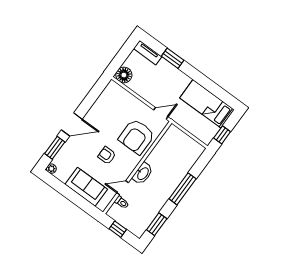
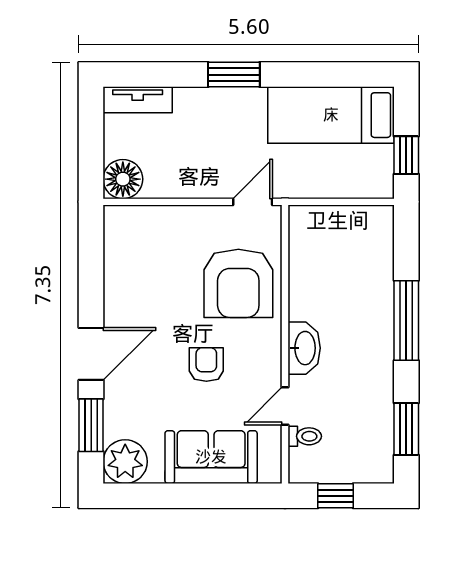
window: (173, 58) -> (234, 75), moved
armchair: (107, 155) -> (206, 364), turned 90
plant: (51, 169) -> (125, 462), width x1.87, depth x1.87

